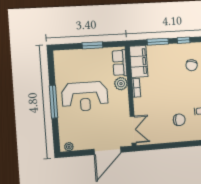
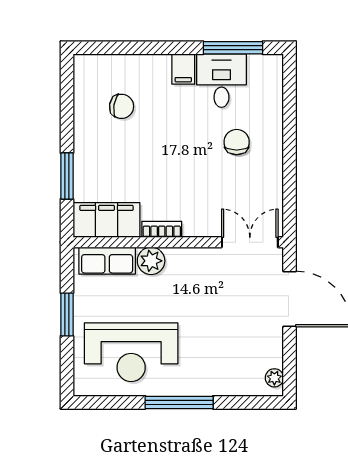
window: (184, 40) -> (67, 120), removed
reception desk: (85, 96) -> (131, 352), moved, turned 90

